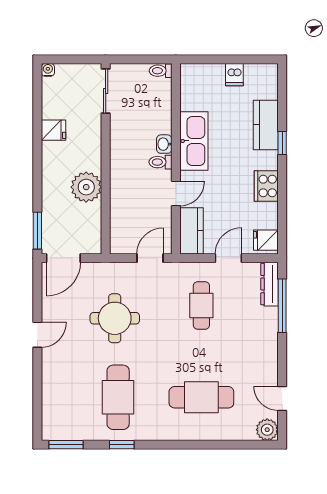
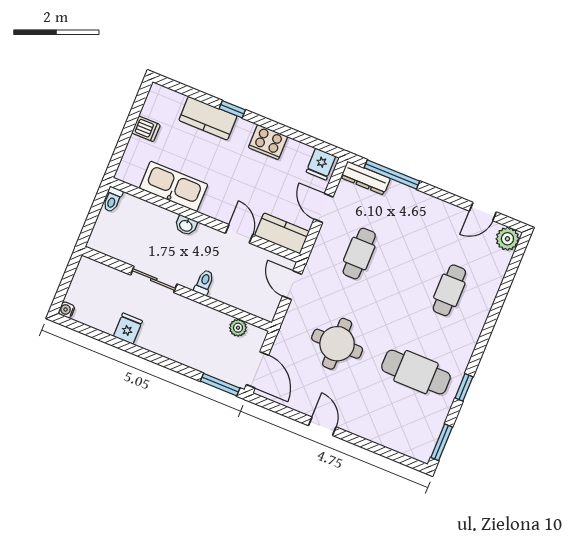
sliding door: (106, 91) -> (154, 279), moved
kitchen sink: (194, 141) -> (174, 186), moved
toilet: (160, 162) -> (204, 282), moved, turned 180
plant: (86, 187) -> (238, 328), moved, width x0.53, depth x0.53
cafe table: (201, 305) -> (359, 254), turned 90
cafe table: (201, 397) -> (449, 290), width x0.73, depth x0.74

